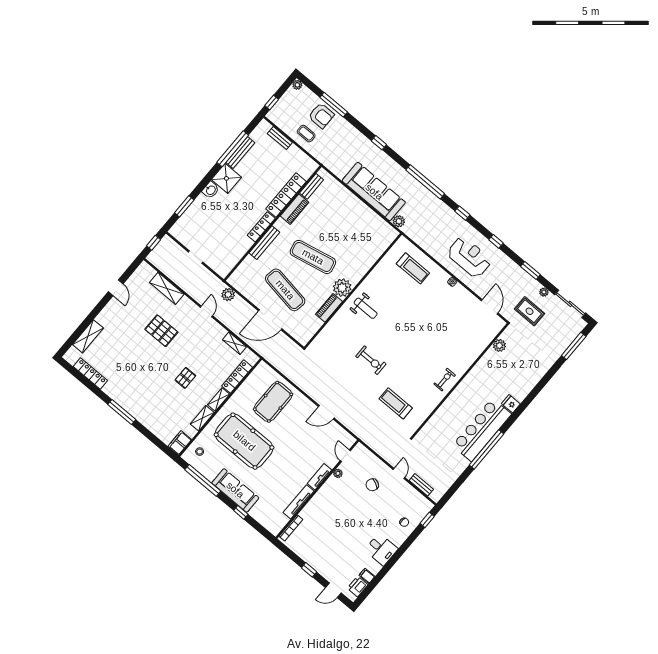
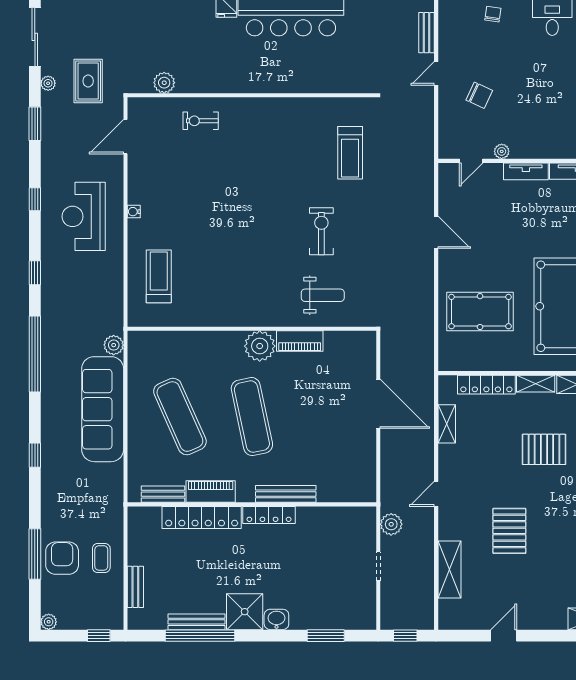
exercise mat: (285, 290) -> (180, 417), moved, turned -33
plant: (228, 295) -> (391, 524), moved
weight bench: (366, 308) -> (323, 295), moved, turned 90
pallet: (185, 378) -> (544, 449), width x1.50, depth x1.42
exercise bike: (445, 380) -> (201, 121), moved

